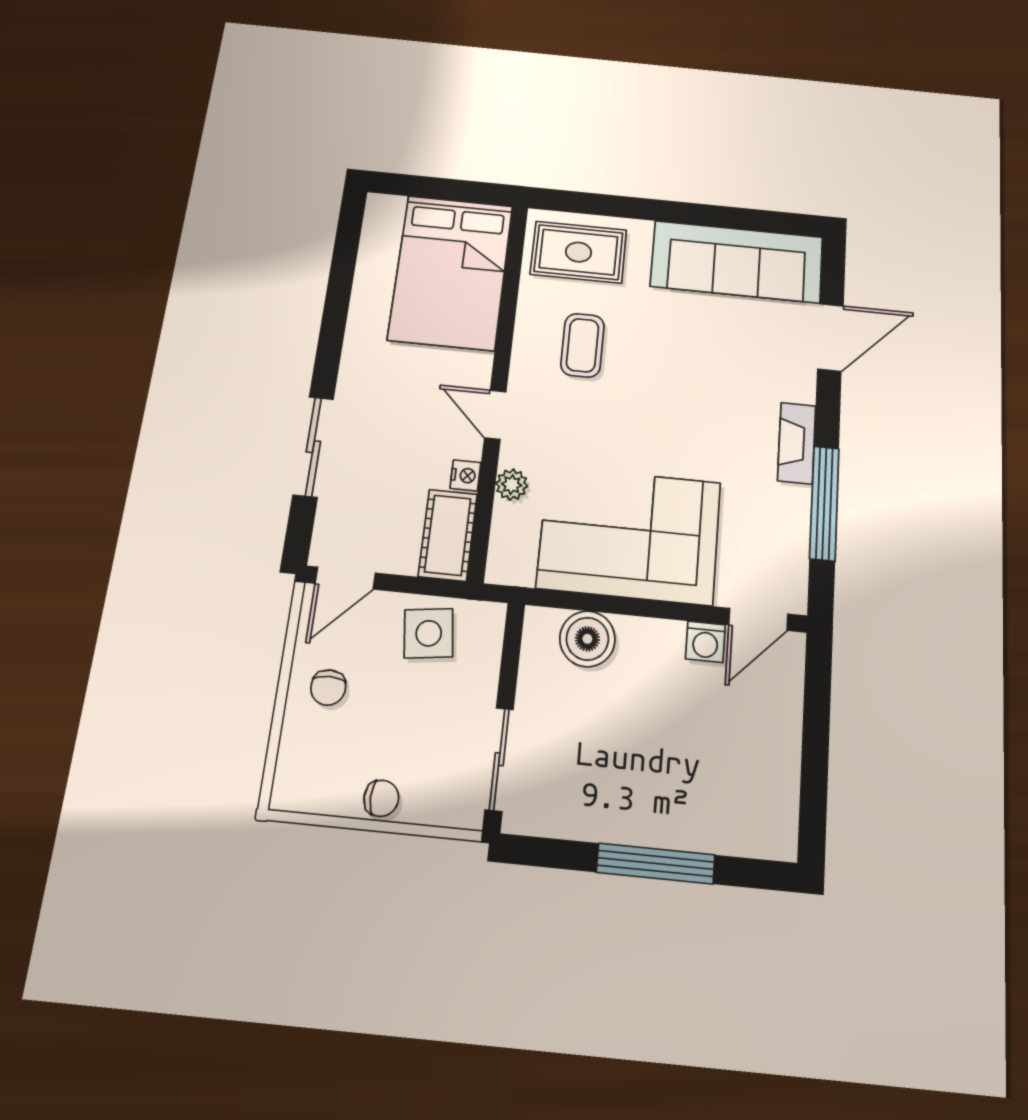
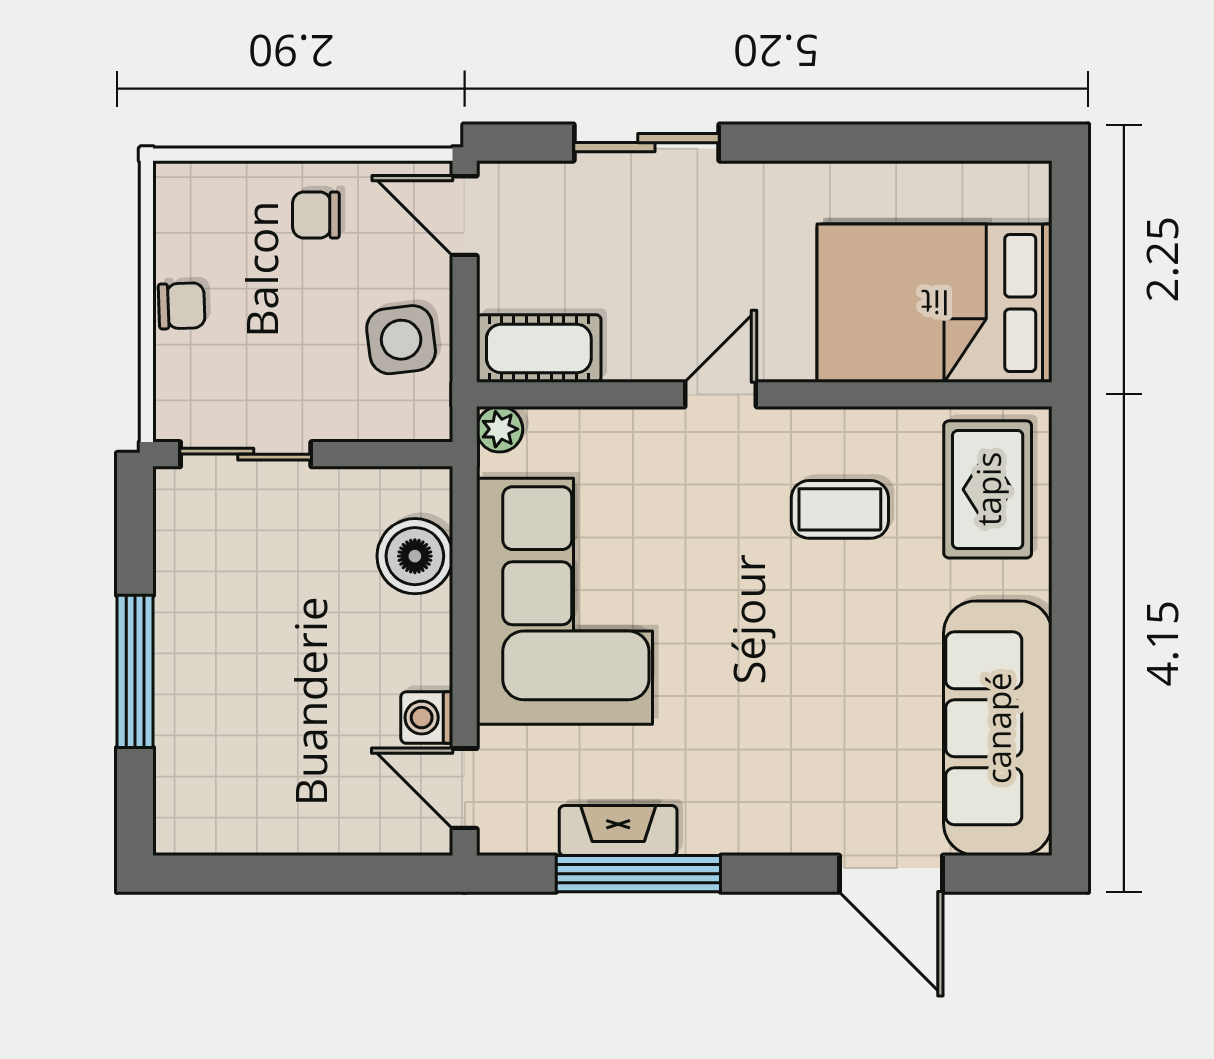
fireplace: (797, 443) -> (618, 831), moved
nightstand: (465, 475) -> (627, 363), removed
plant: (512, 485) -> (500, 429), moved
chair: (381, 798) -> (182, 306), turned -92

